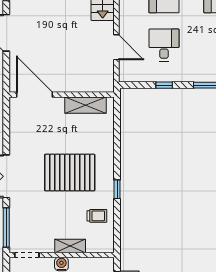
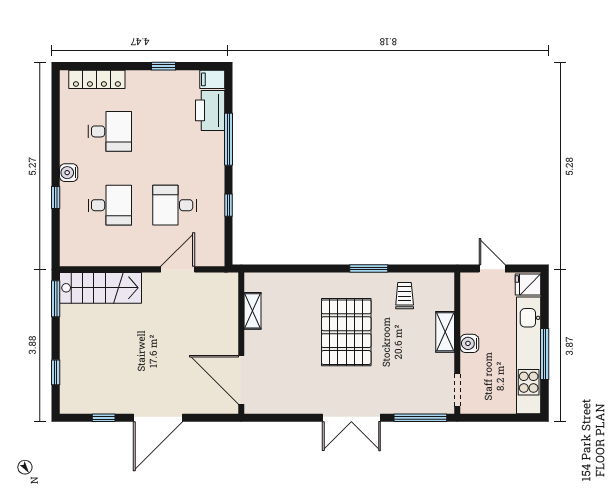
door: (34, 95) -> (241, 380), hinge flipped
shelving: (86, 105) -> (253, 311), width x0.67, depth x0.75
window: (117, 189) -> (369, 268), width x1.50

